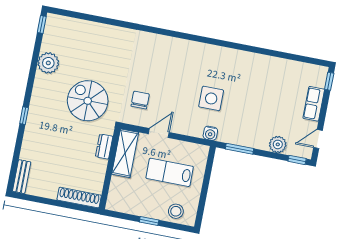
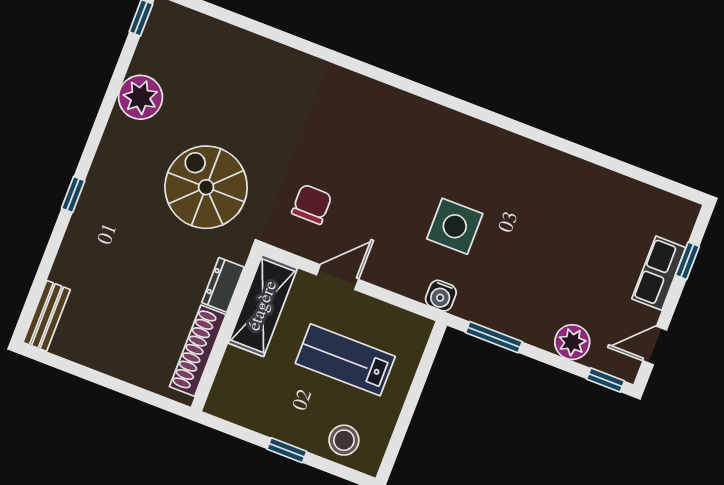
window: (329, 81) -> (687, 261), moved
shoe rack: (79, 198) -> (198, 351), moved, turned -90

